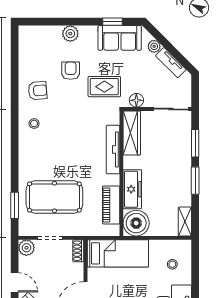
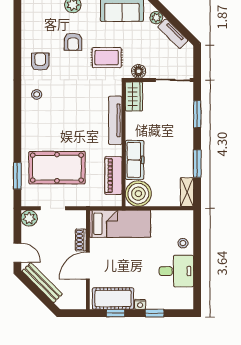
armchair: (71, 71) -> (73, 42), turned 180
armchair: (38, 91) -> (40, 62), turned -85
wardrobe: (132, 133) -> (134, 96), width x0.67
window: (195, 181) -> (197, 164), moved
shoe rack: (78, 251) -> (81, 240), moved
stool: (172, 264) -> (183, 243), moved

